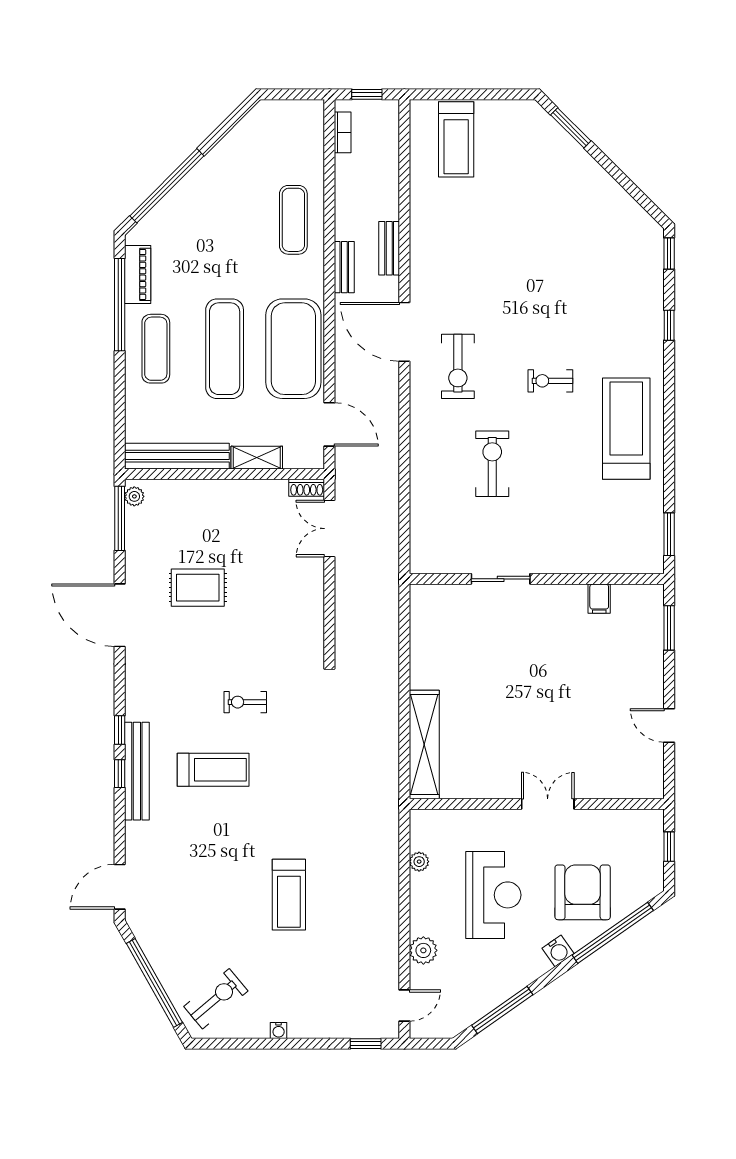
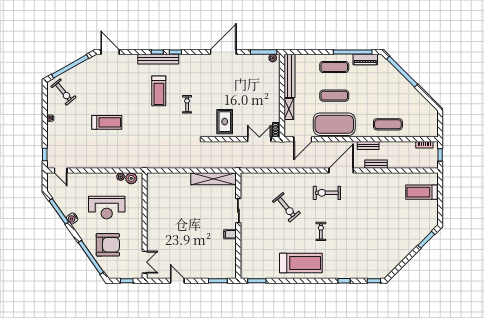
exercise mat: (225, 349) -> (334, 96), width x0.73, depth x0.69
exercise bike: (492, 464) -> (286, 207), turned 50
rug: (198, 588) -> (225, 122), moved
filing cabinet: (599, 599) -> (230, 234), moved
door: (669, 725) -> (177, 281), hinge flipped
shelving: (424, 744) -> (214, 179), moved
double door: (548, 804) -> (145, 262), moved
treadmill: (289, 895) -> (107, 122), turned 180
plant: (423, 950) -> (131, 178), moved
water cooler: (558, 951) -> (72, 218), moved

